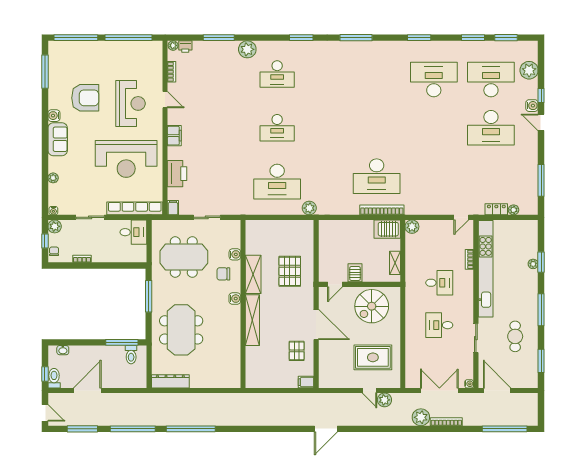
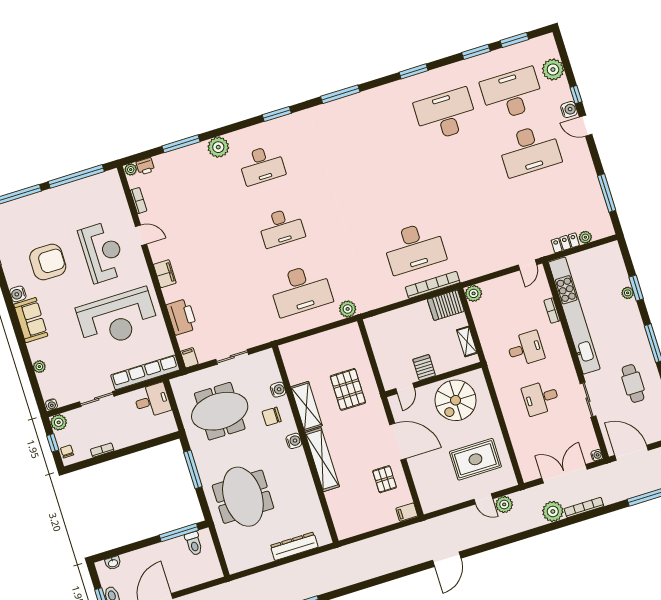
dresser: (170, 381) -> (294, 546), moved

